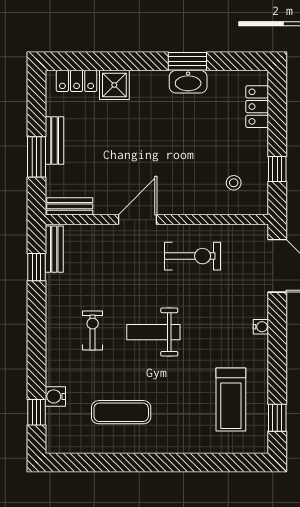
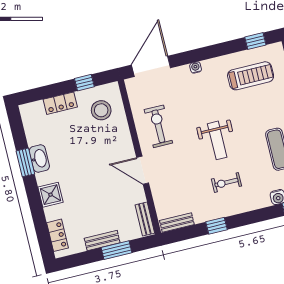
shower: (114, 85) -> (51, 195), moved
locker: (257, 107) -> (60, 103), moved
stool: (234, 183) -> (101, 110), width x1.89, depth x1.89
window: (36, 267) -> (216, 226), moved

